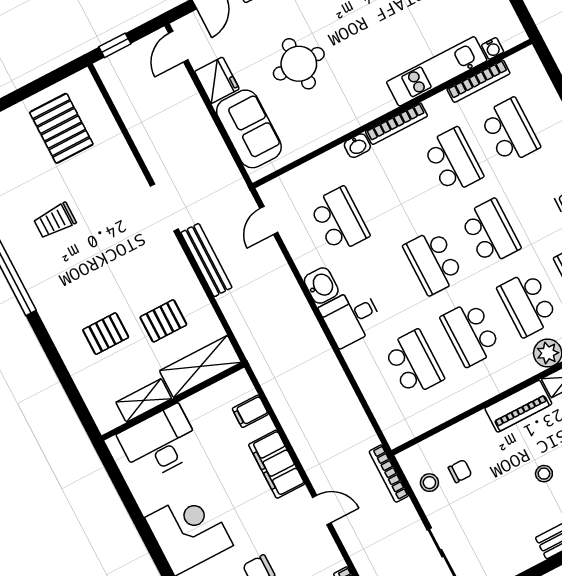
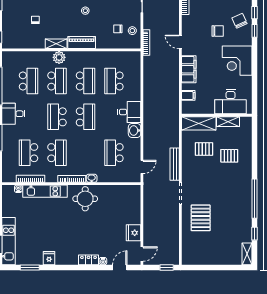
round table: (299, 64) -> (85, 199), moved
pallet: (61, 128) -> (201, 218), moved
sofa: (249, 129) -> (131, 207), removed
school desk: (453, 161) -> (57, 153), turned 180
trolley: (55, 221) -> (226, 211), removed

